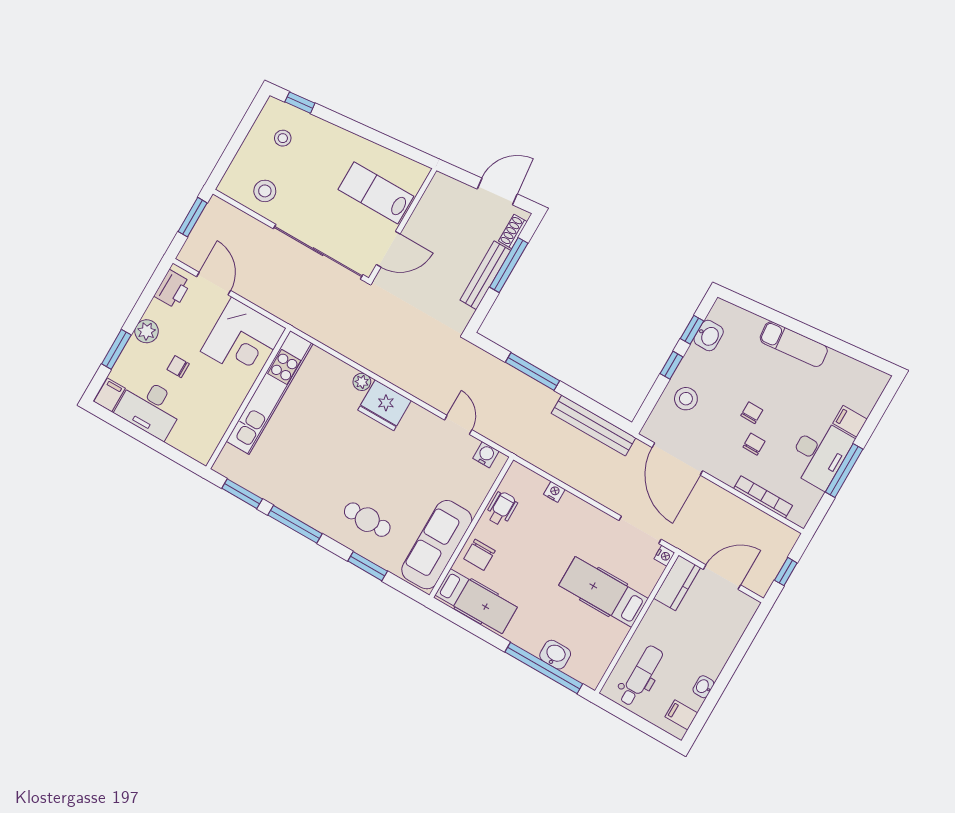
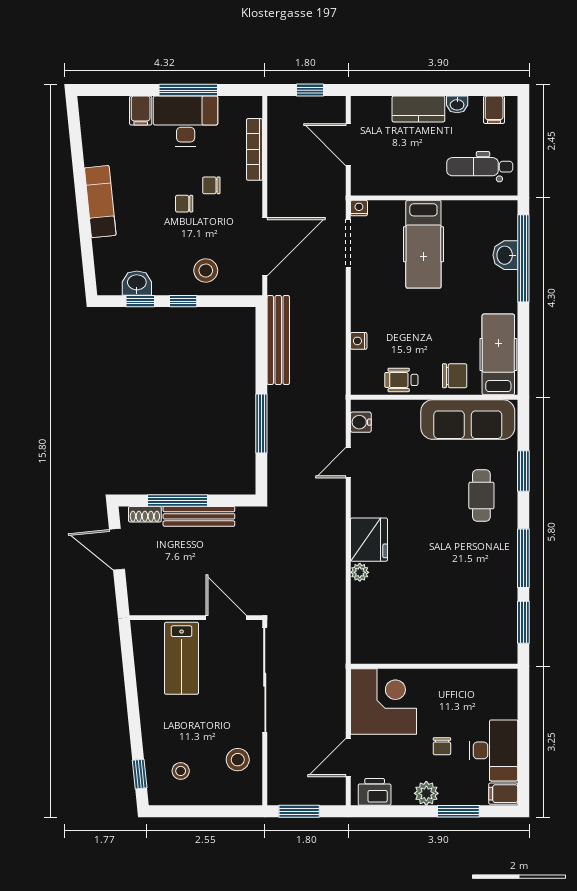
kitchen unit: (270, 393) -> (417, 650), removed
kitchen counter: (677, 583) -> (418, 109), moved, turned 180

